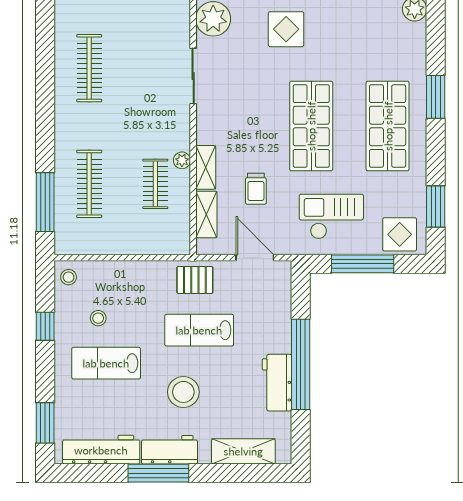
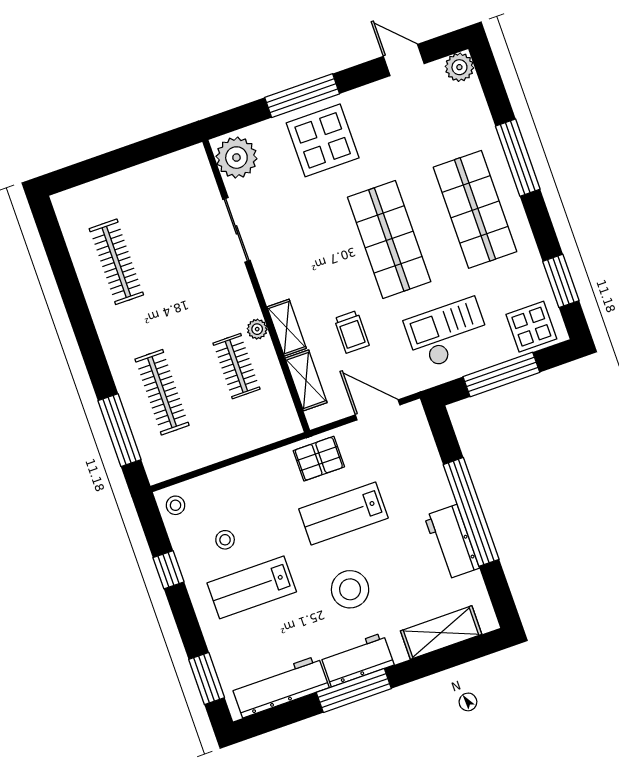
display table: (286, 29) -> (323, 140), width x1.36, depth x1.36
window: (436, 97) -> (518, 158), width x1.44

